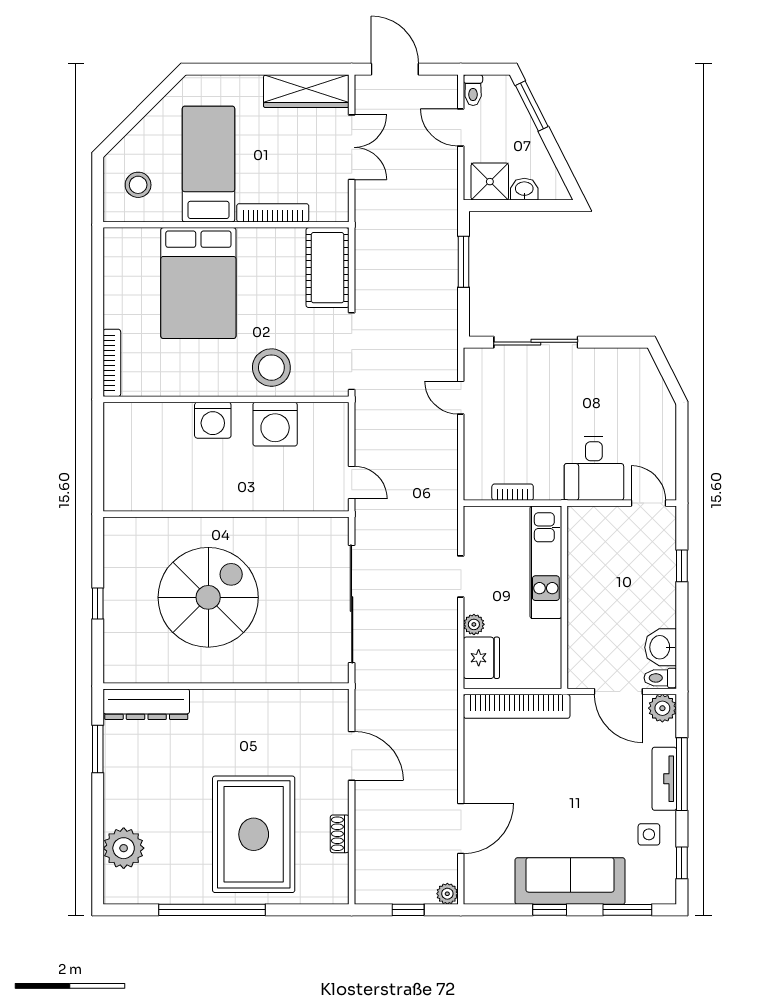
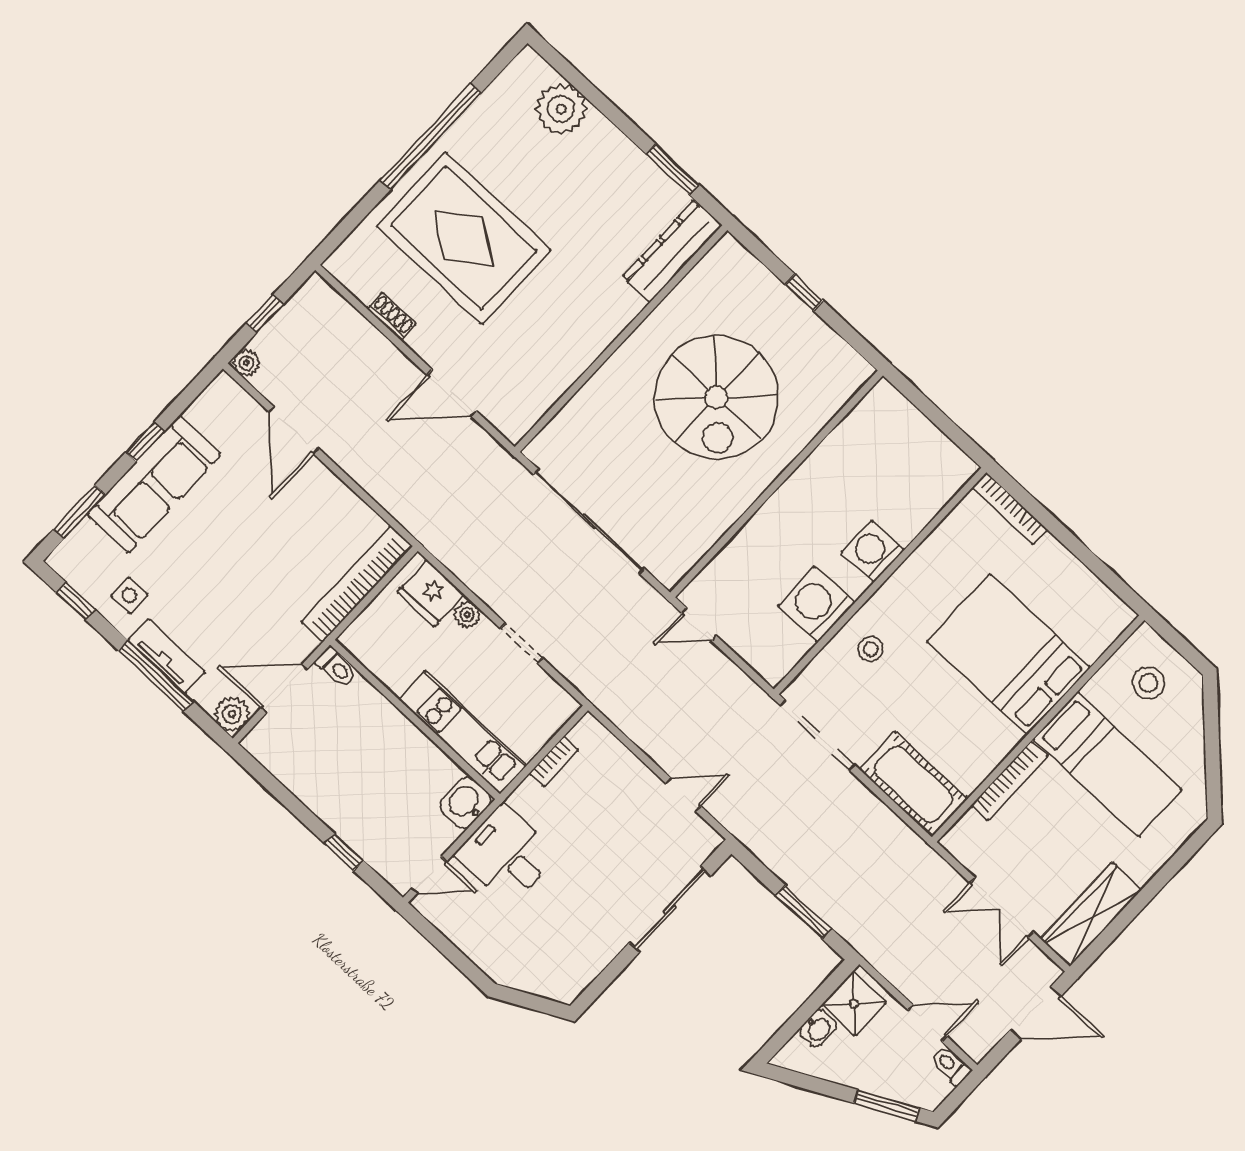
stool: (271, 368) -> (871, 649), width x0.53, depth x0.53
washbasin: (661, 647) -> (465, 803), moved, turned -90
toilet: (660, 678) -> (336, 667), moved, turned 90

